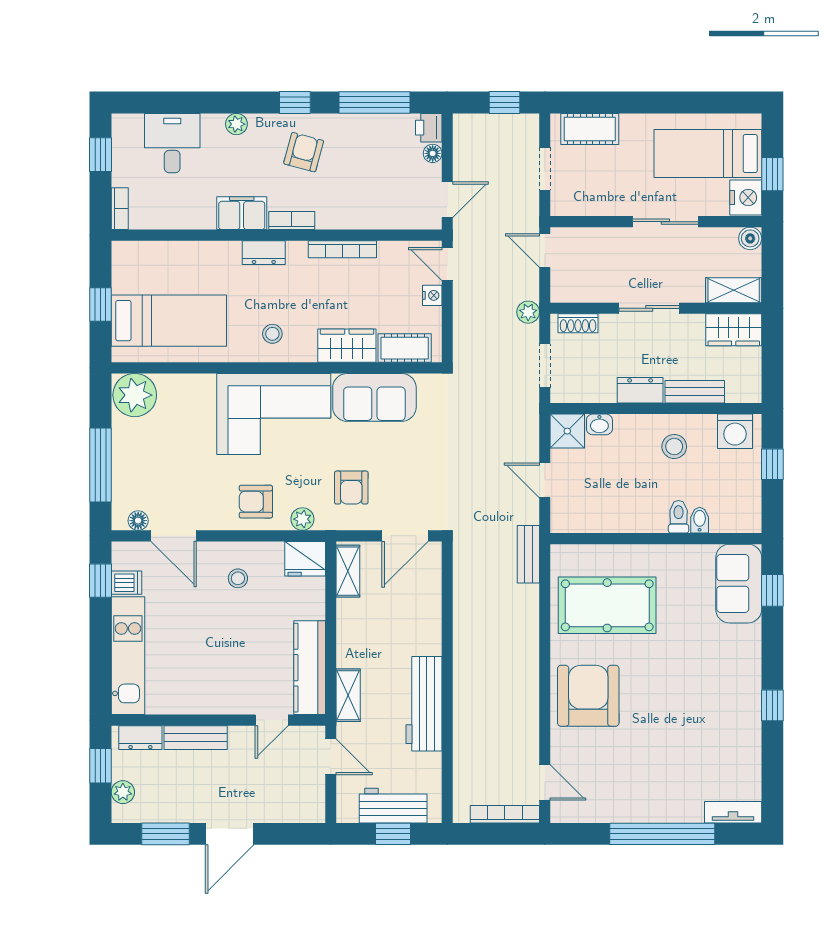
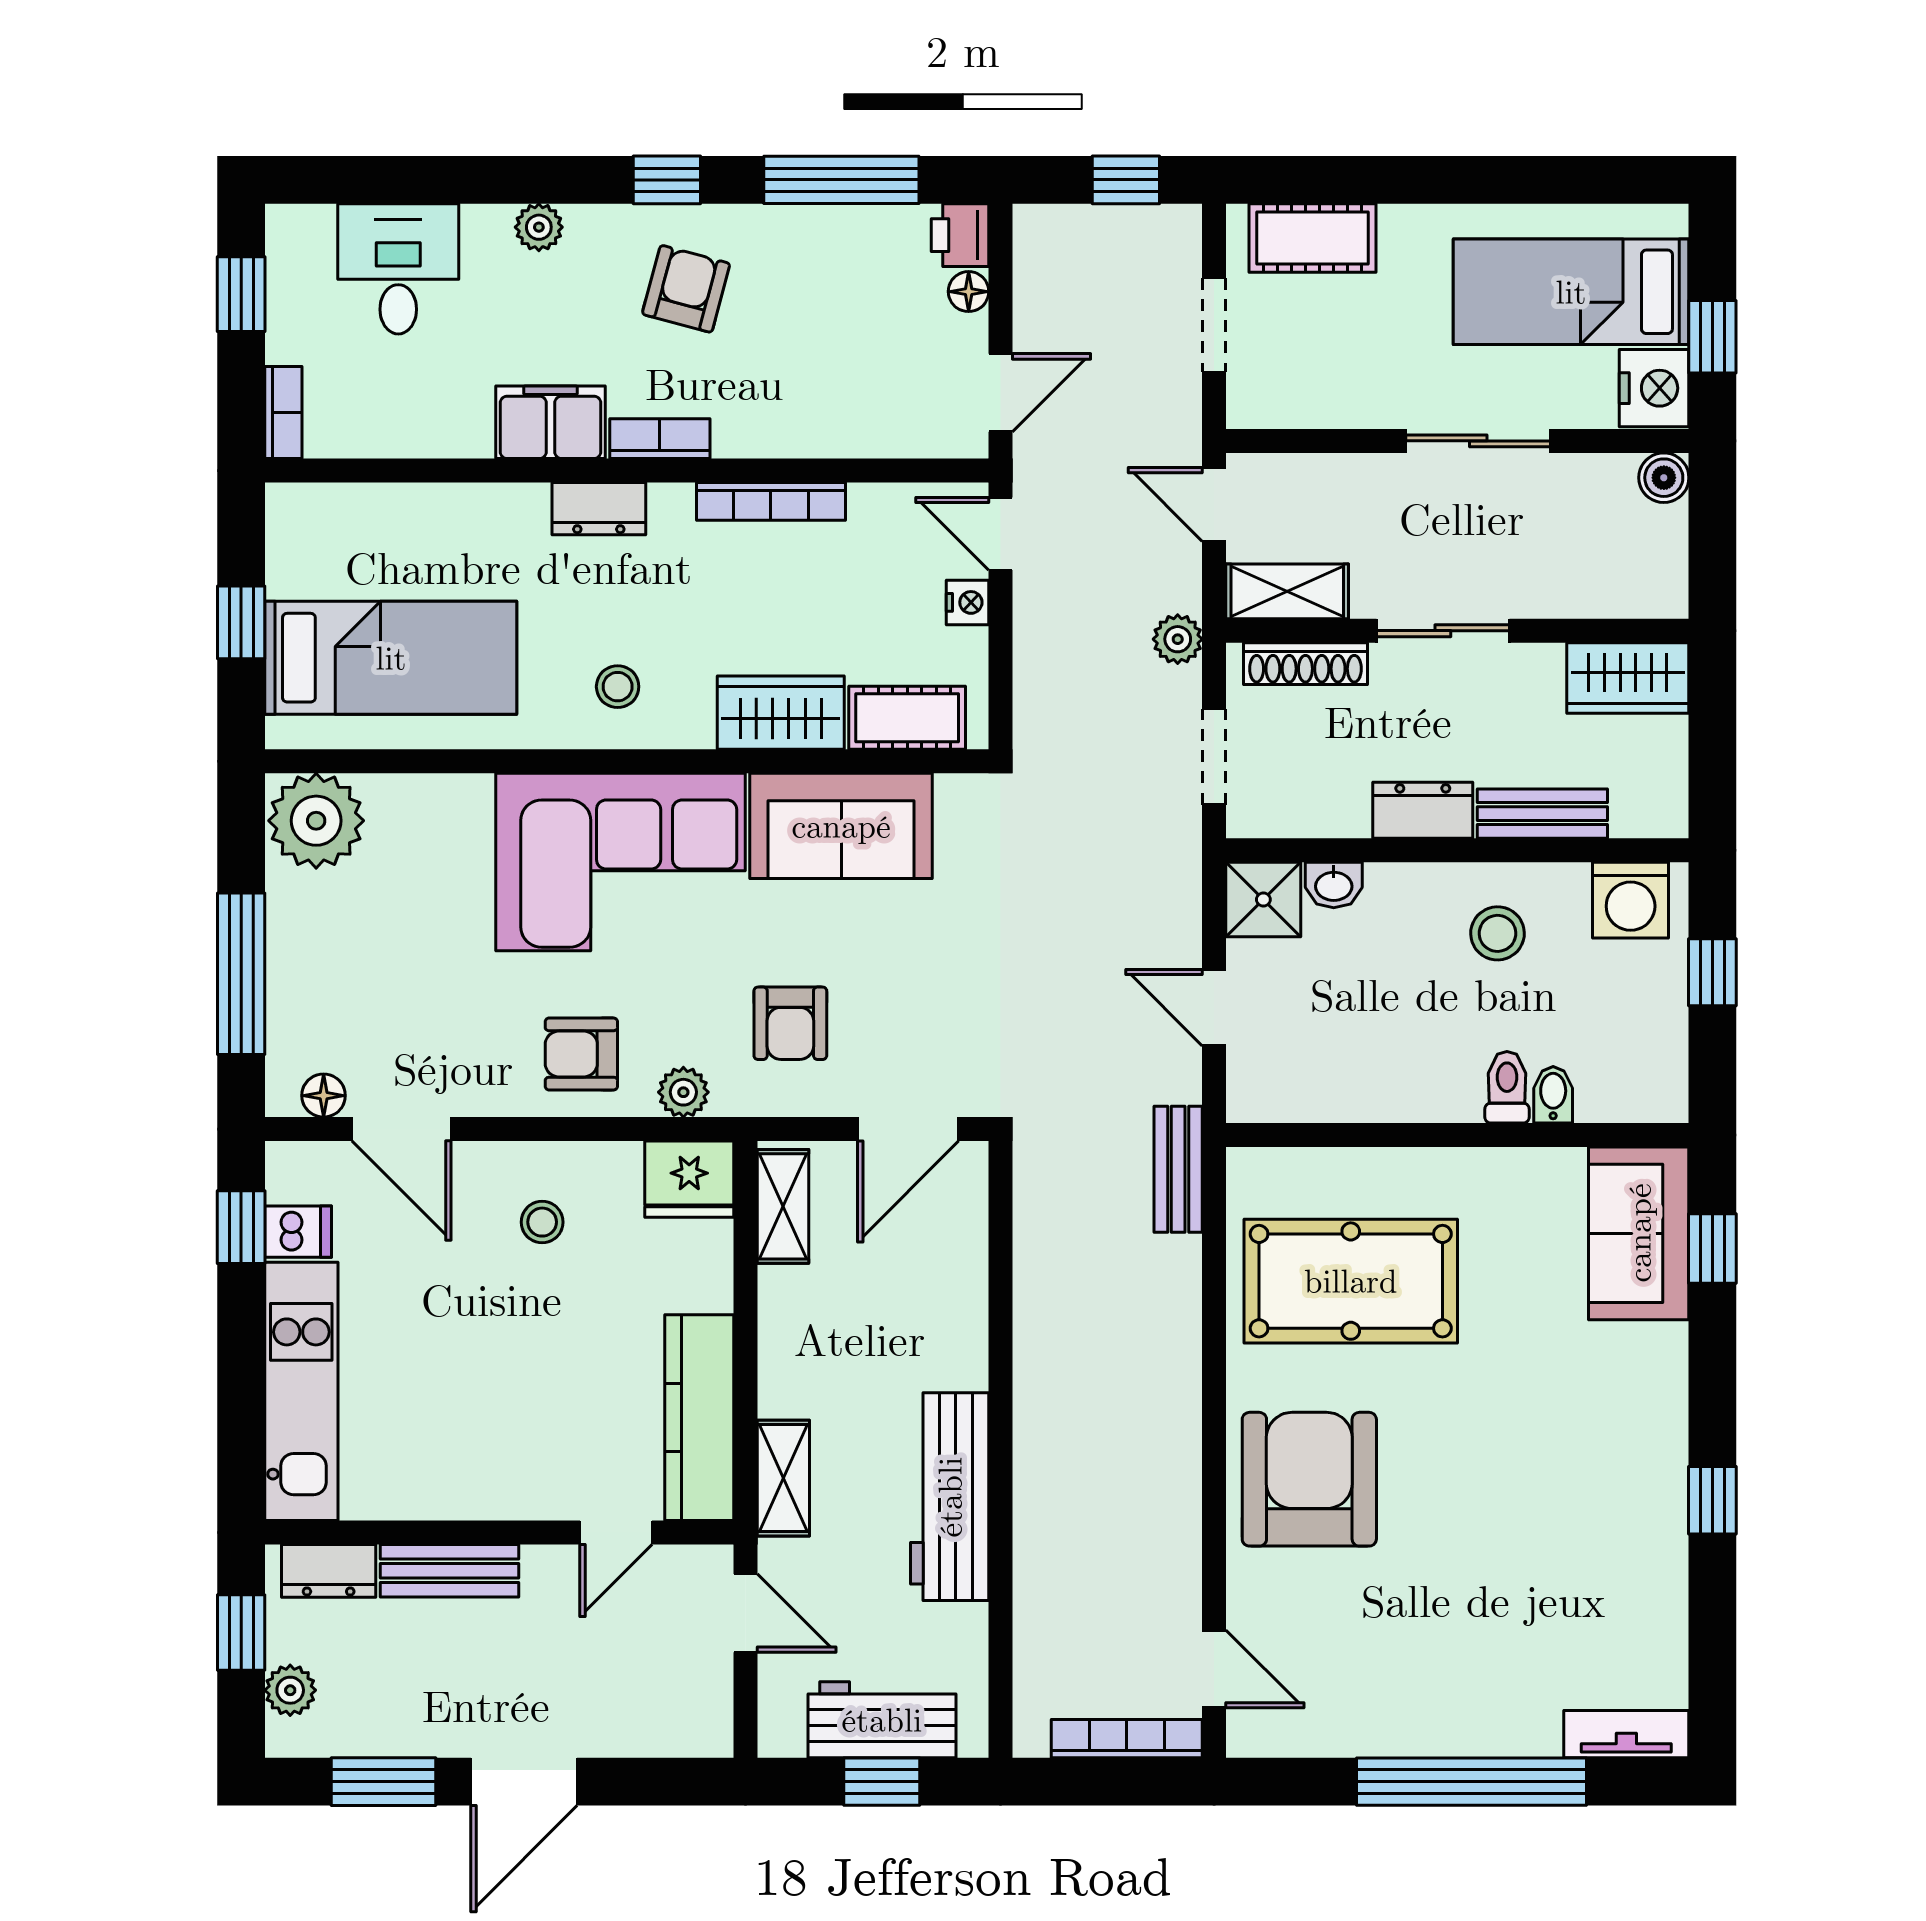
shelving: (734, 290) -> (1287, 591), moved
shoe rack: (578, 323) -> (1305, 664), width x1.43

